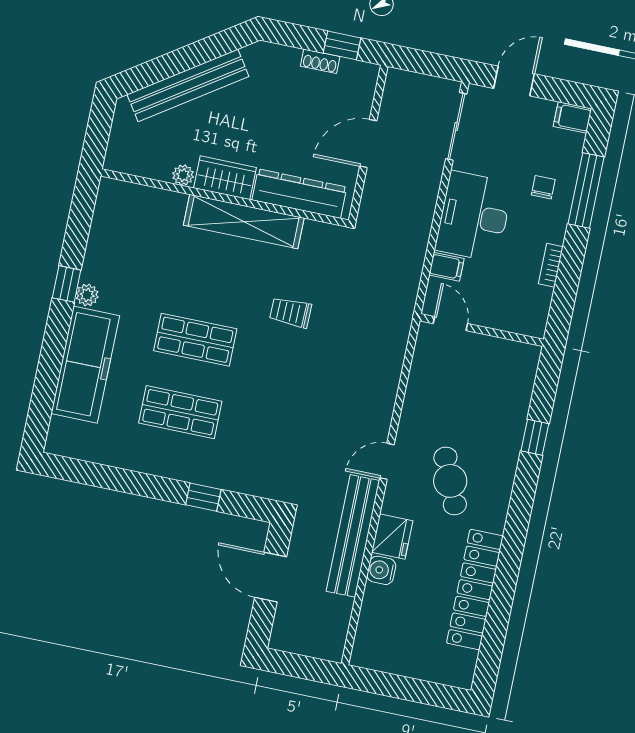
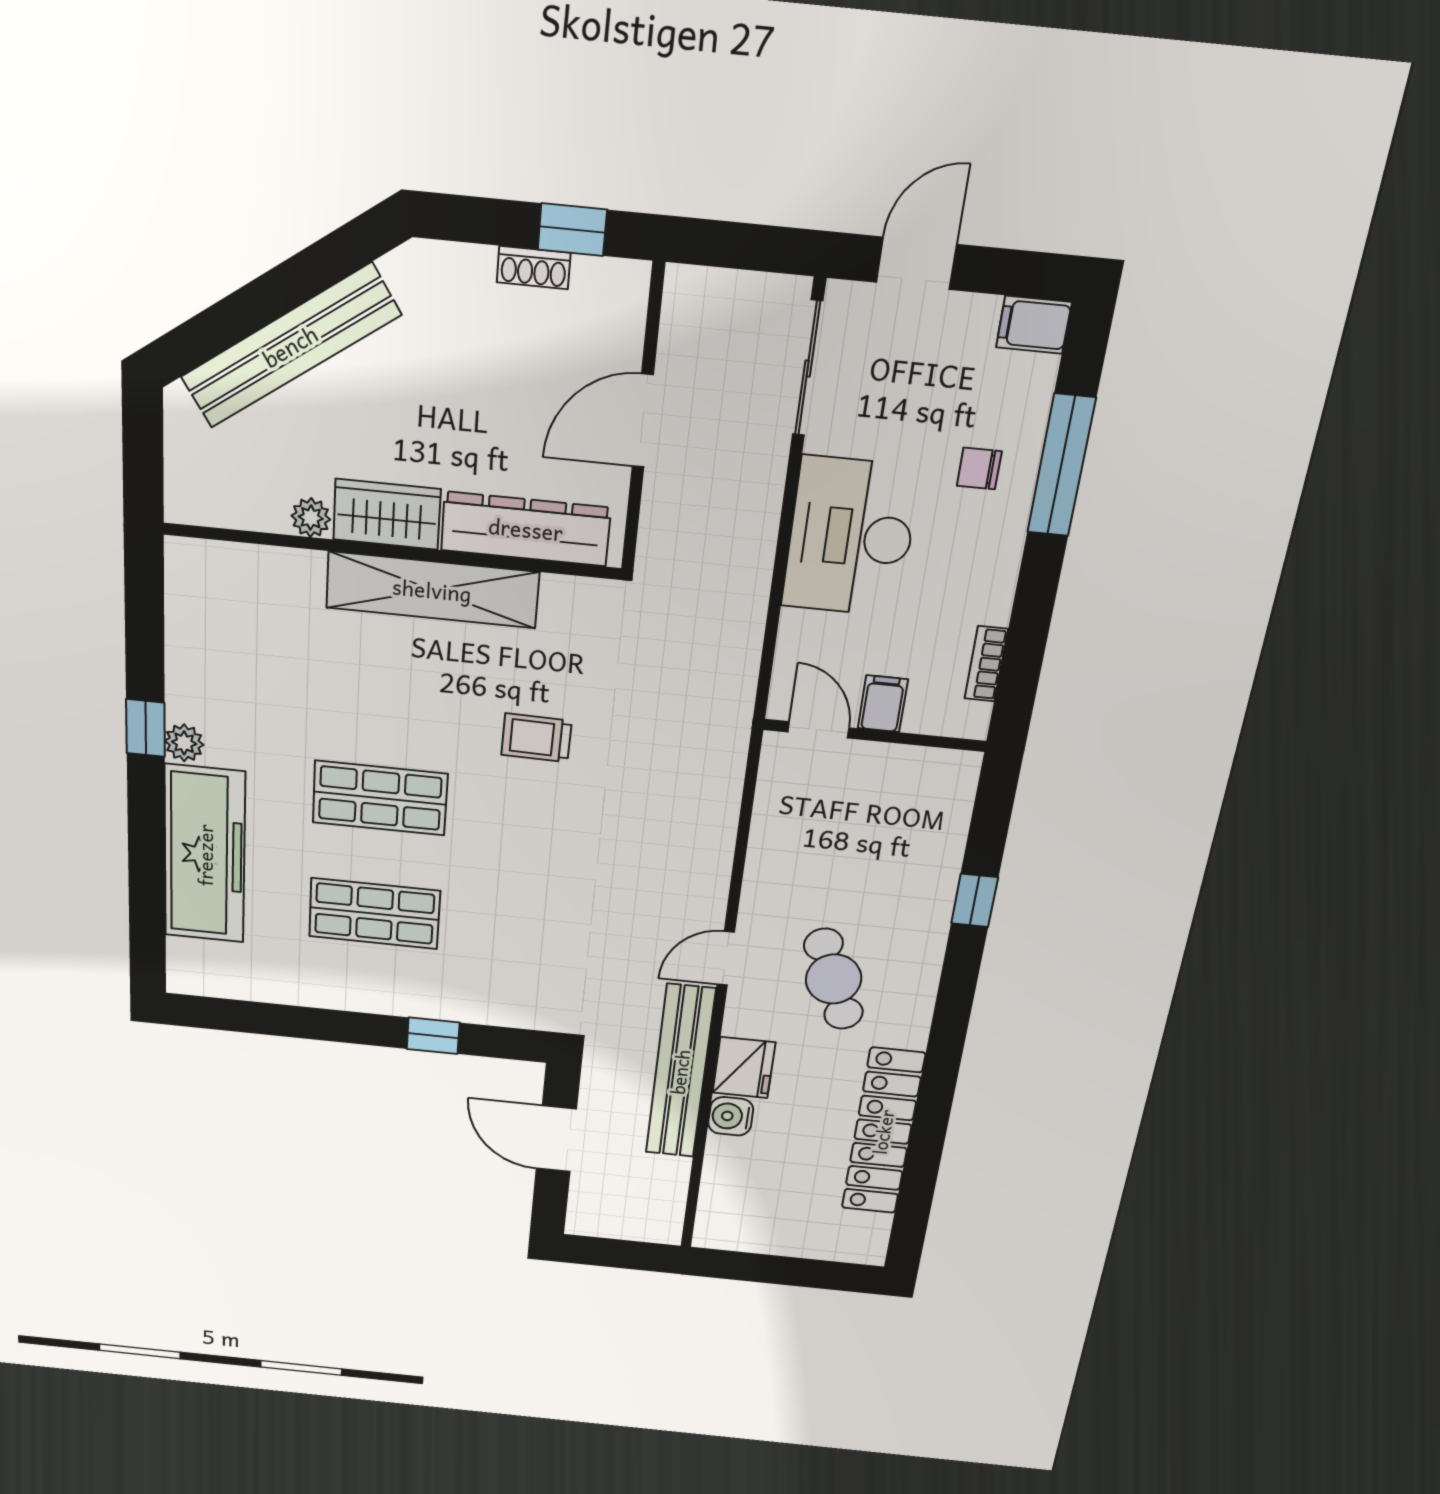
chair: (543, 187) -> (979, 468), turned -90
bookcase: (551, 265) -> (986, 664), moved
filing cabinet: (446, 267) -> (883, 704), moved, turned -90

